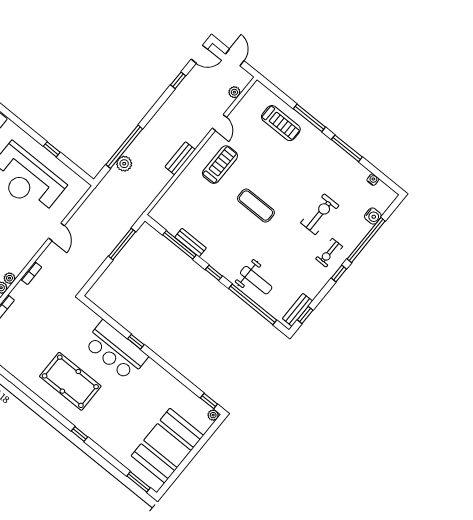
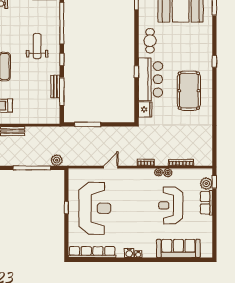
plant: (124, 164) -> (57, 160), moved
weight bench: (256, 280) -> (37, 46), moved
fridge: (88, 318) -> (145, 109), added
cafe table: (157, 383) -> (150, 41), added

